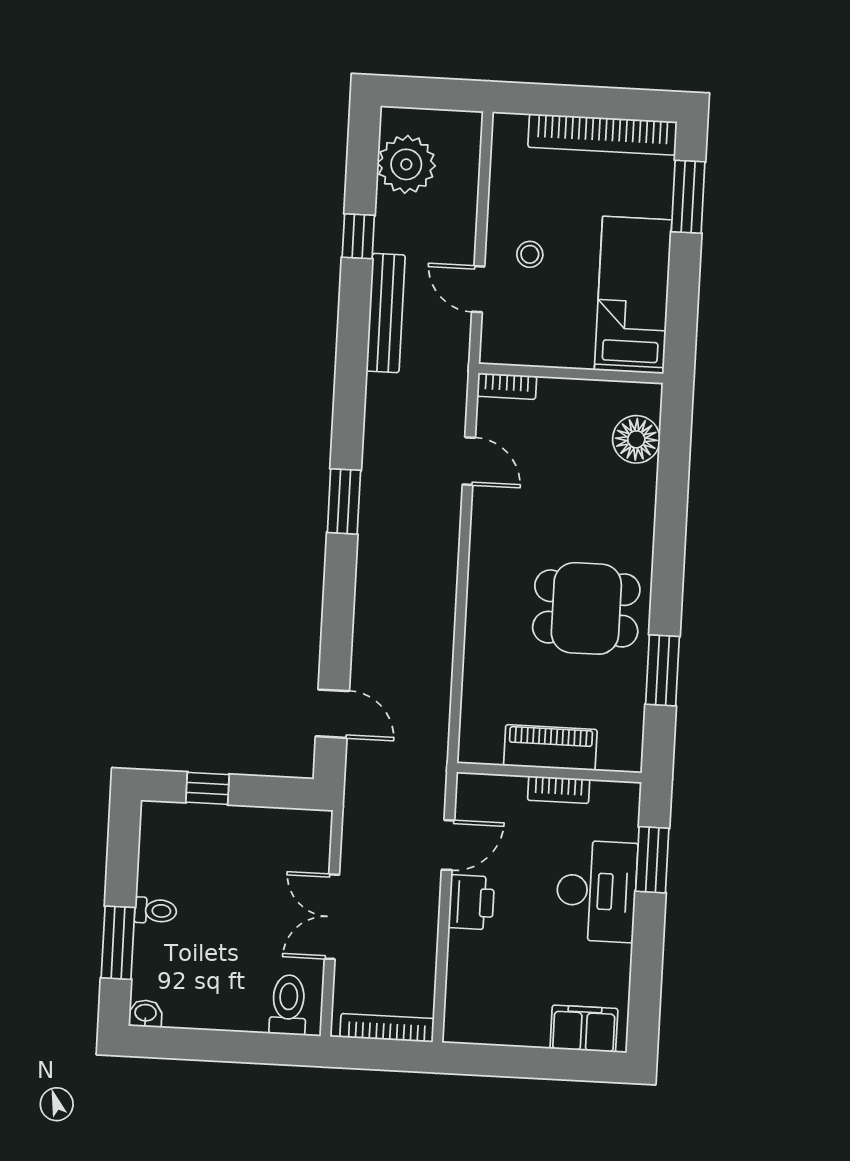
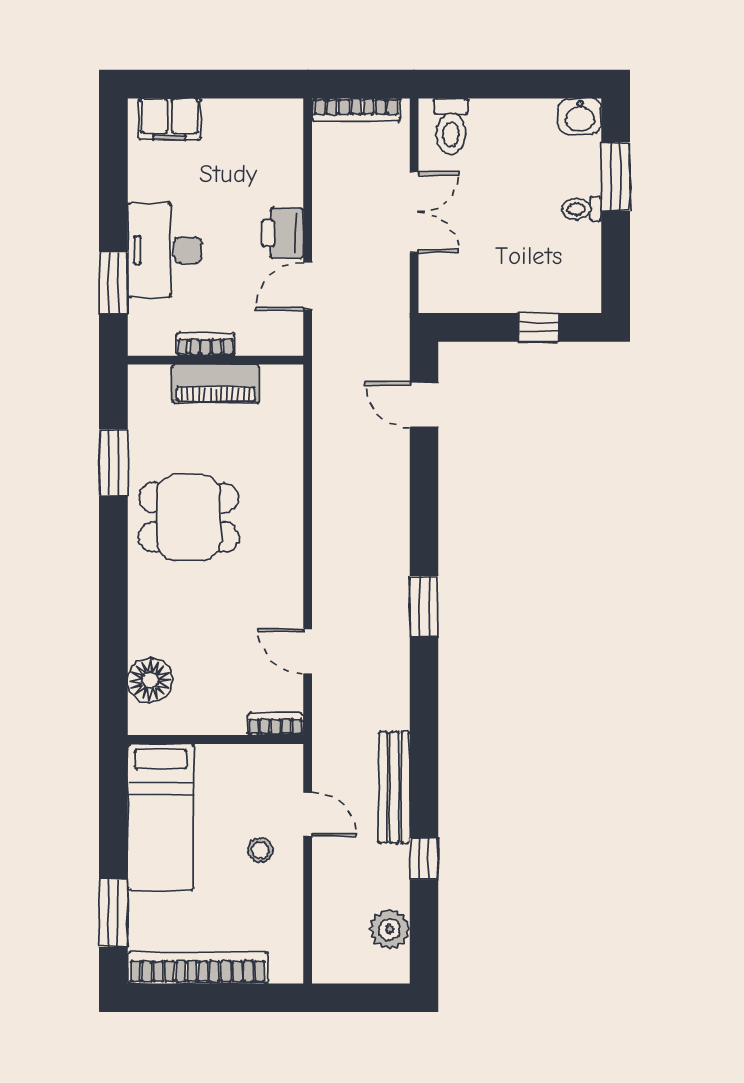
plant: (406, 164) -> (390, 929), width x0.73, depth x0.73
washbasin: (145, 1013) -> (580, 116), width x1.38, depth x1.45

